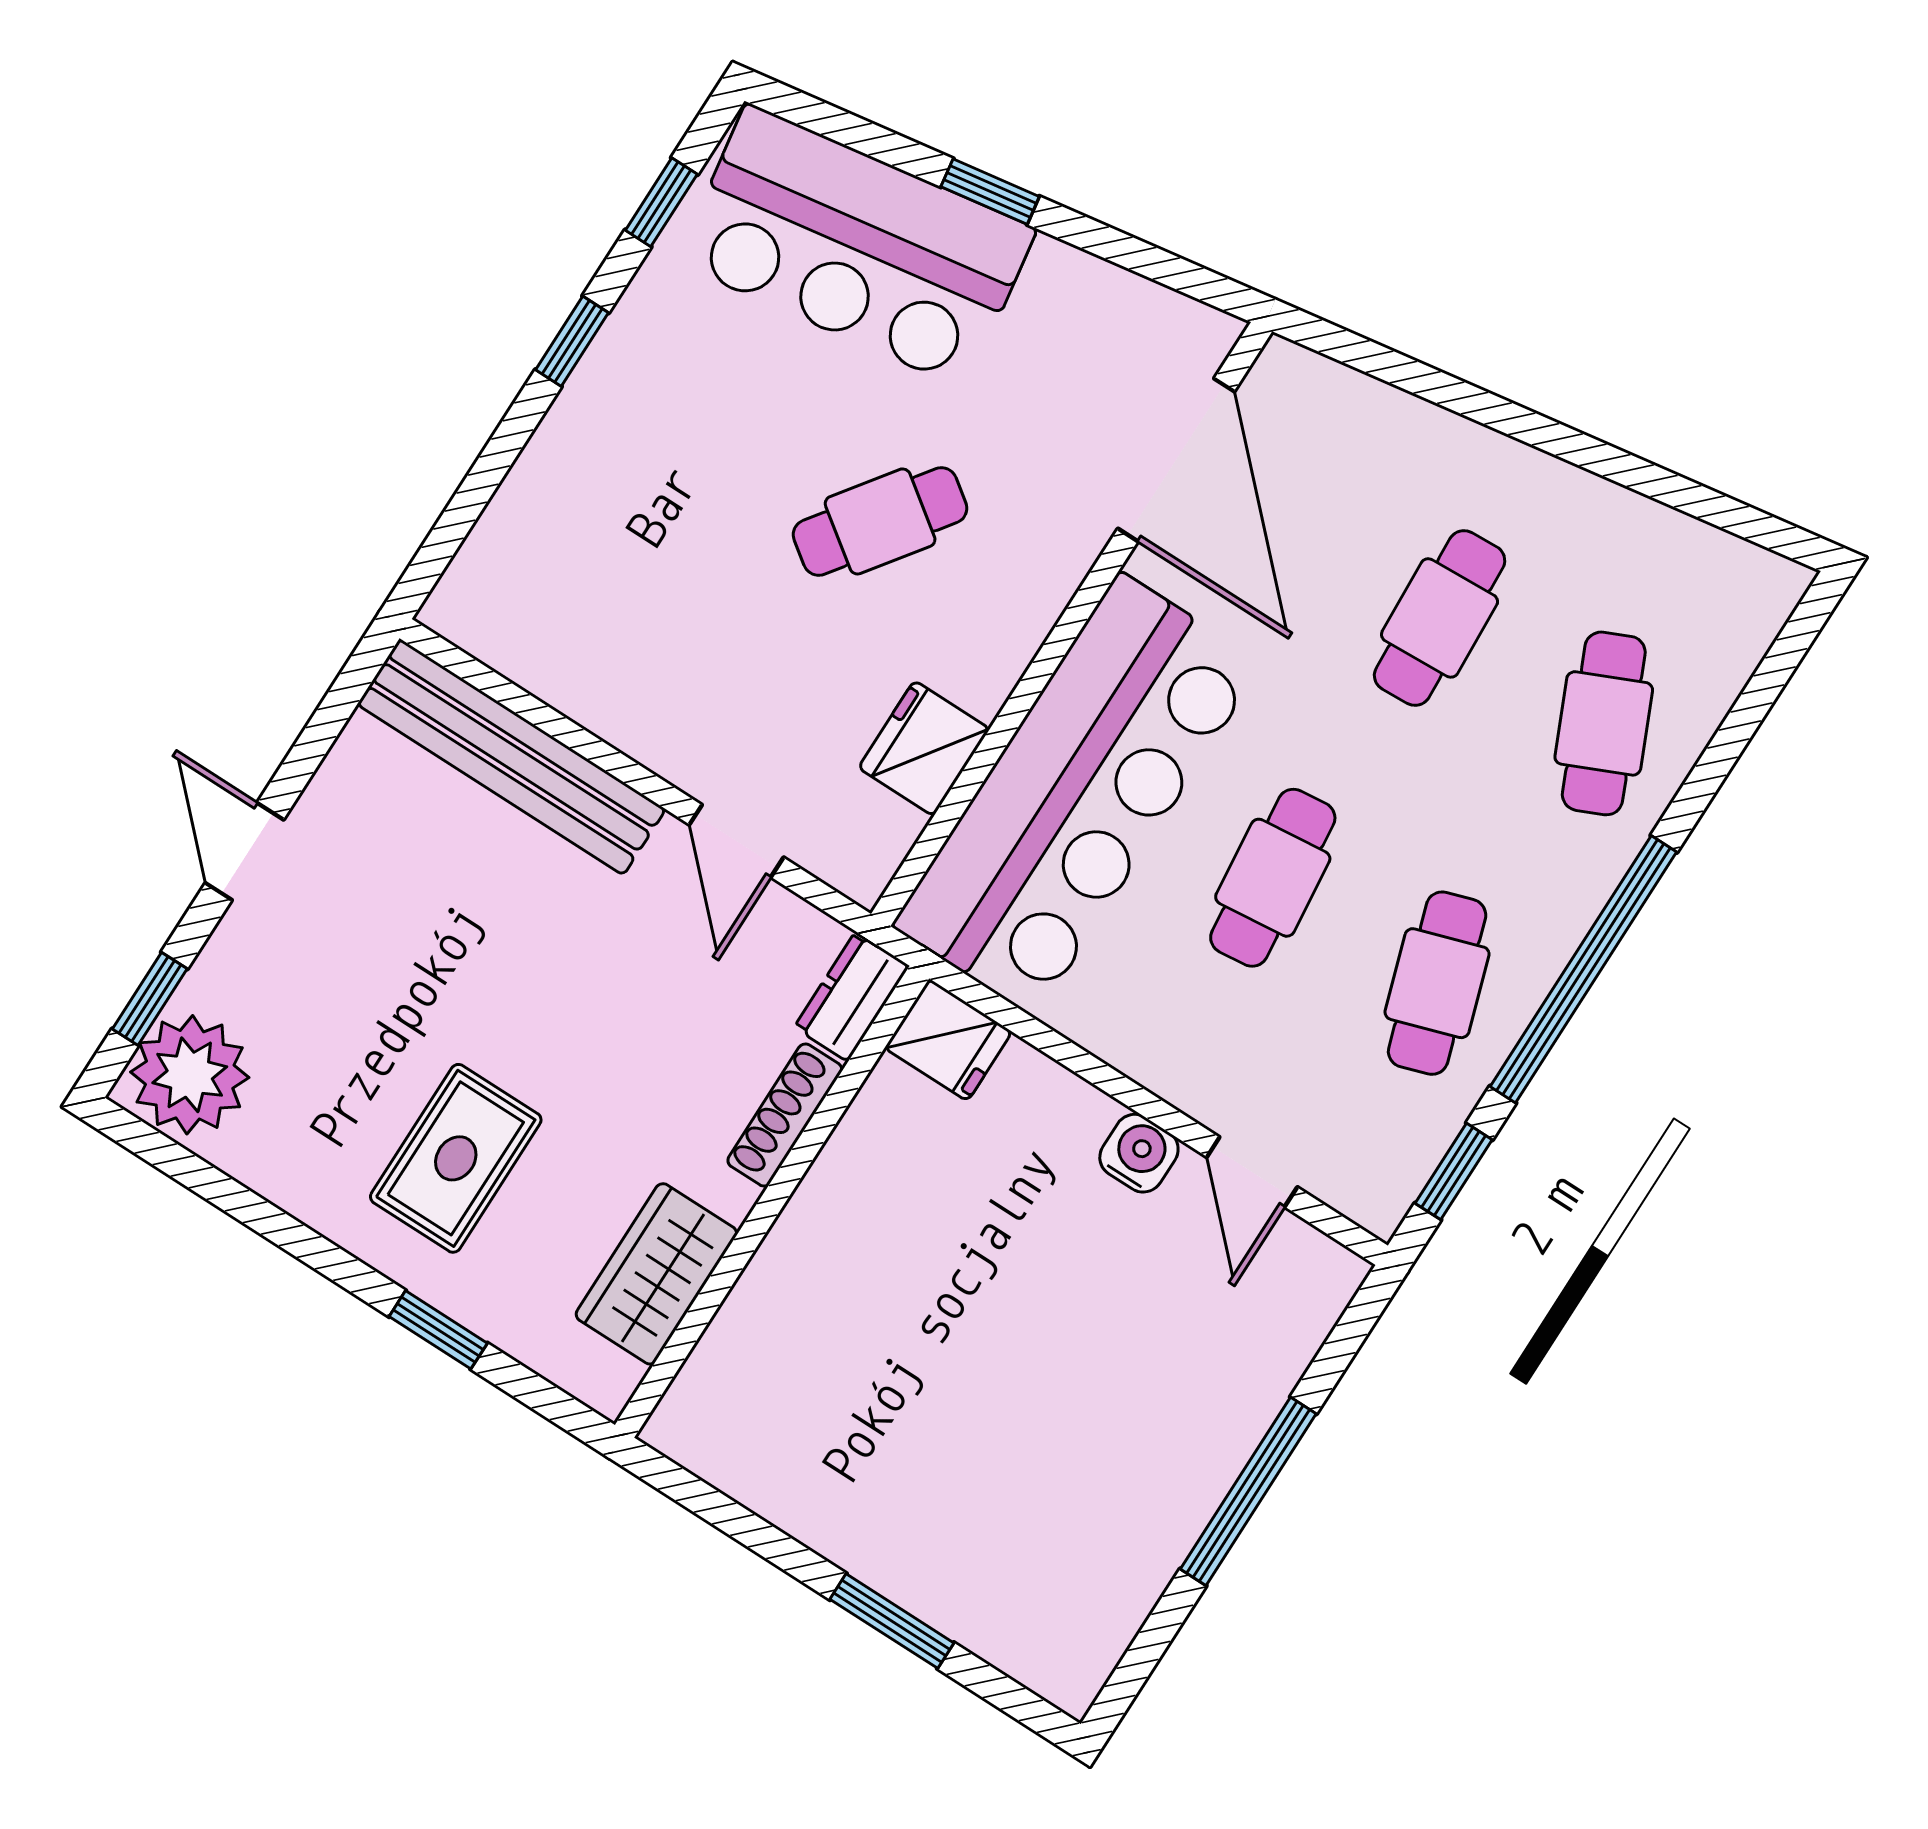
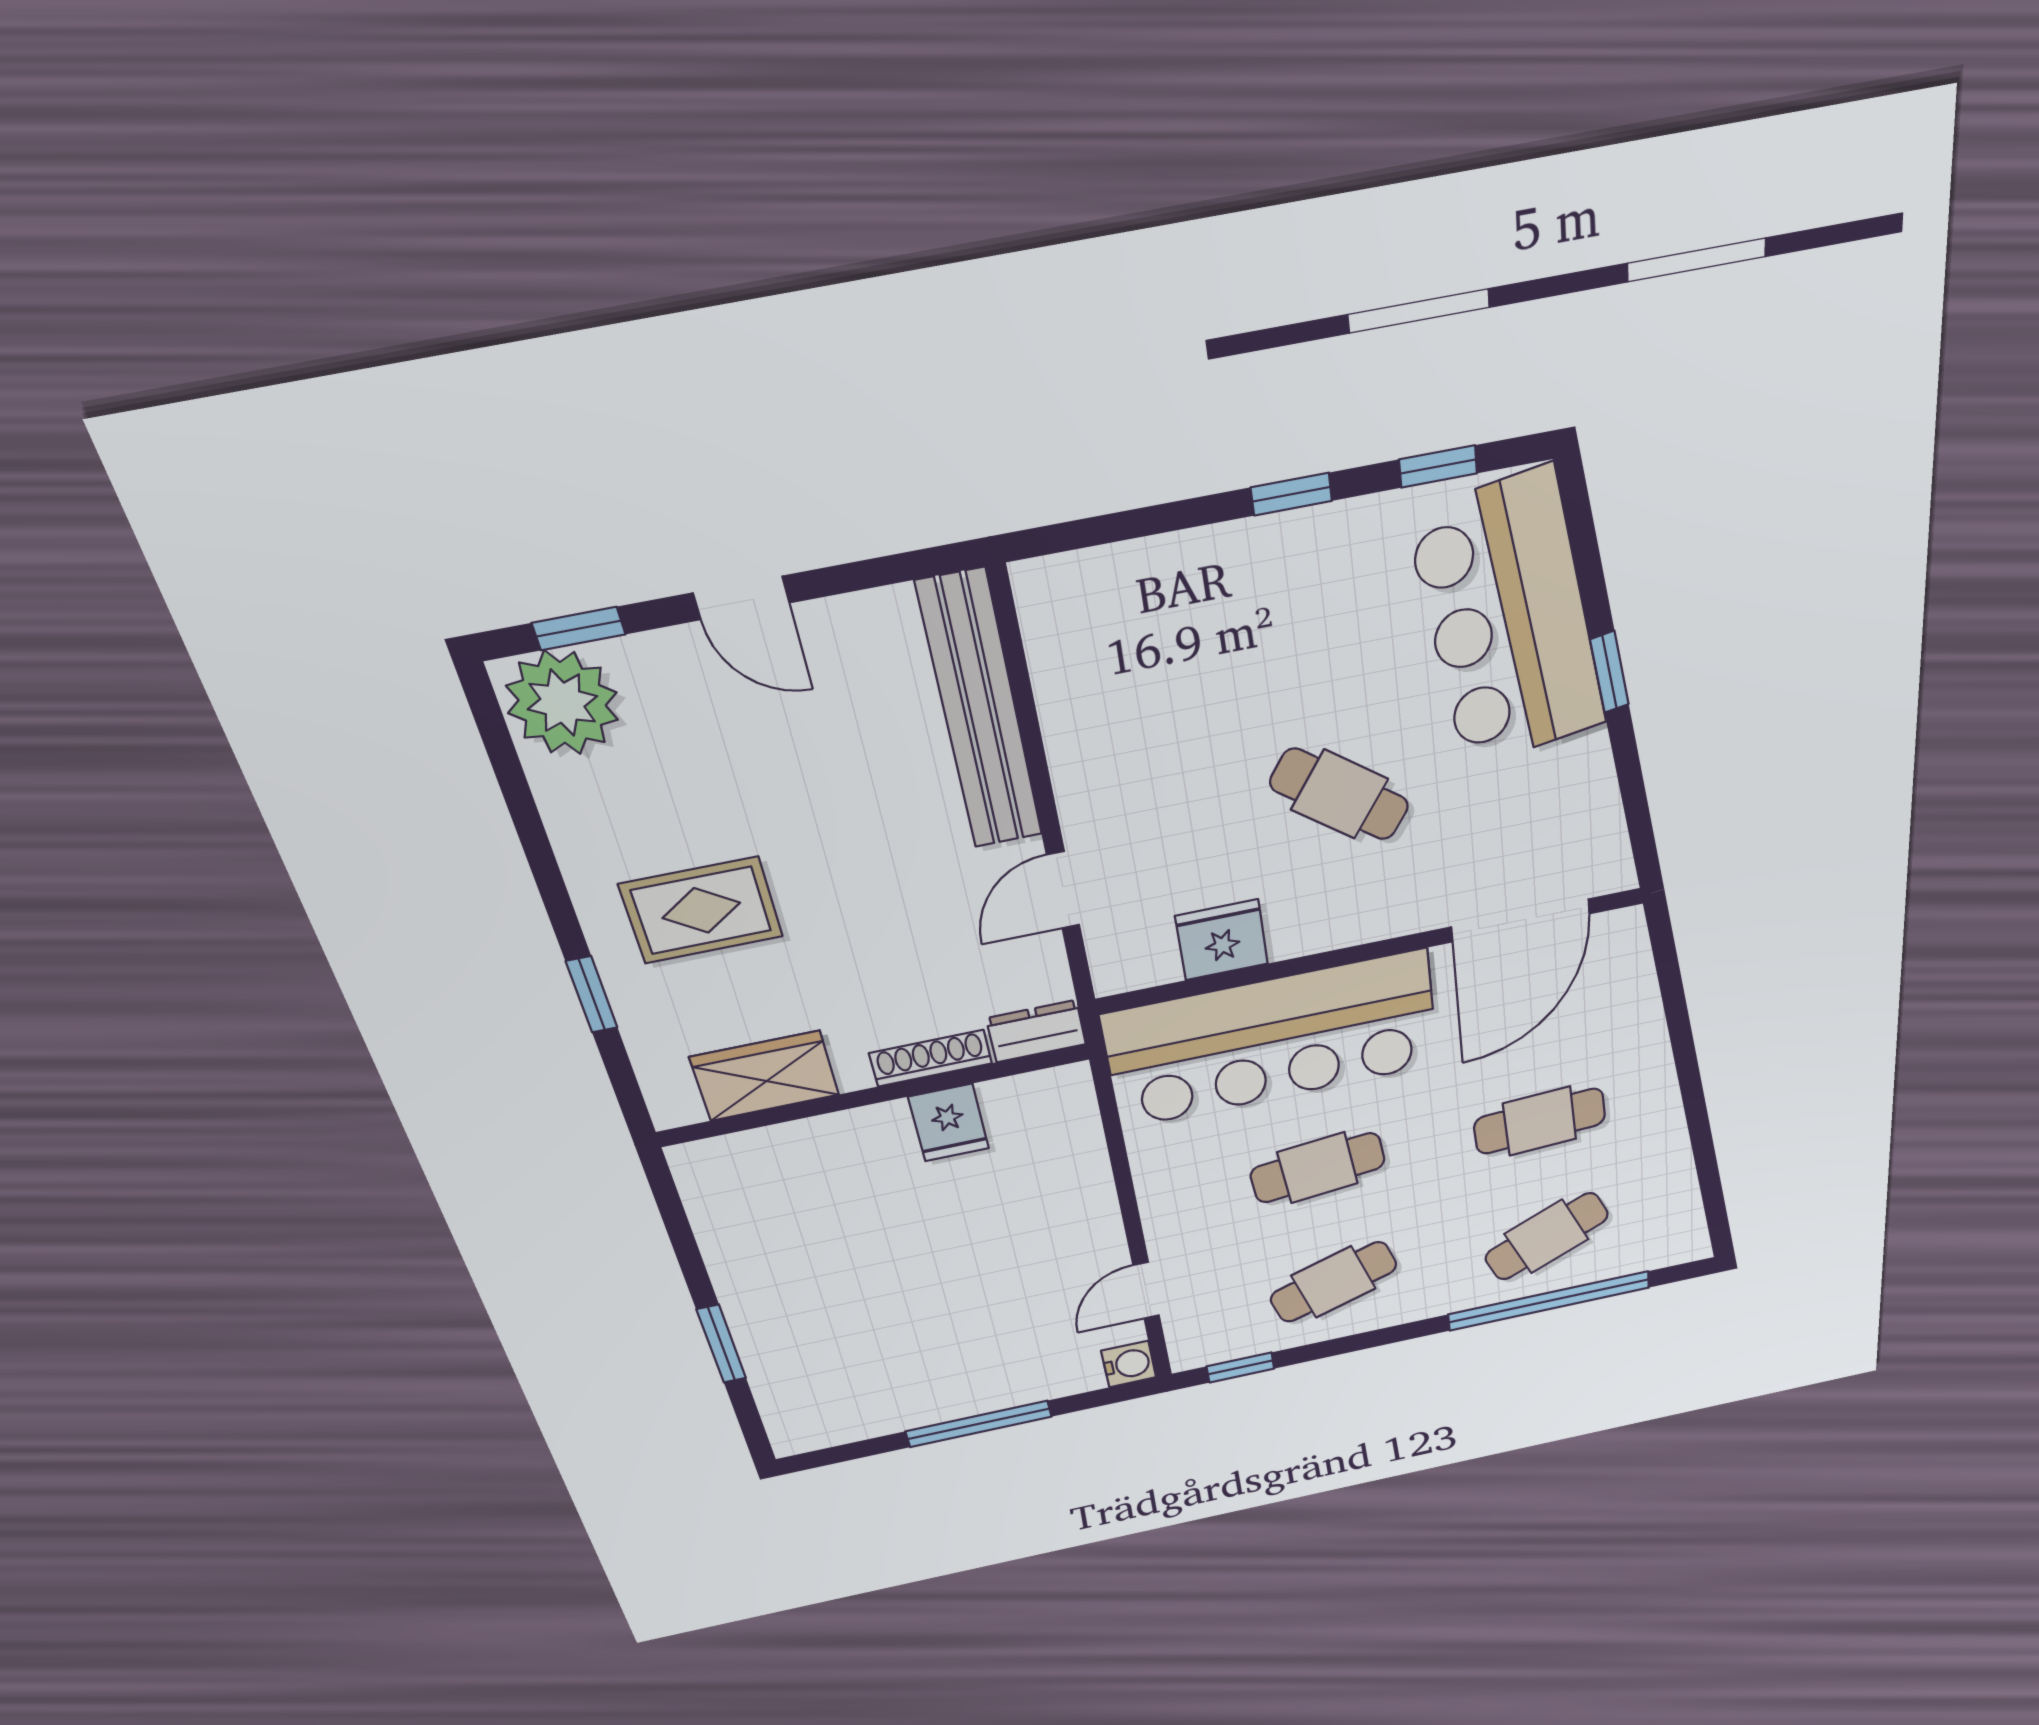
door: (245, 851) -> (741, 598), swing flipped
window: (1583, 969) -> (1549, 1301), moved
fridge: (948, 1040) -> (949, 1123), moved
water cooler: (1139, 1153) -> (1129, 1364), moved

